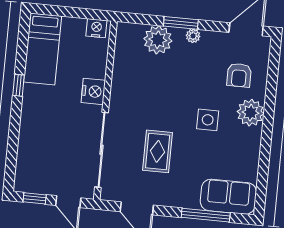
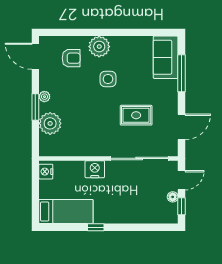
floor lamp: (48, 188) -> (173, 197), added

